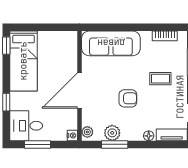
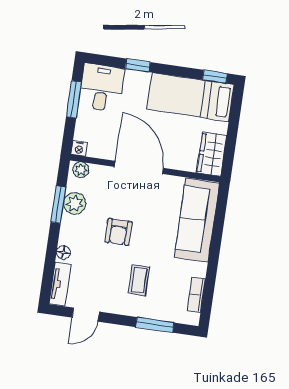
wardrobe: (62, 40) -> (212, 154), added

